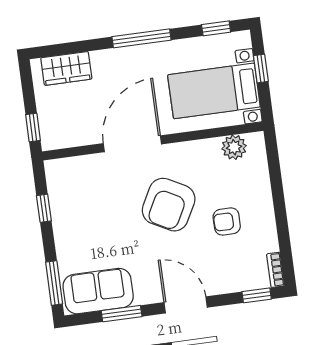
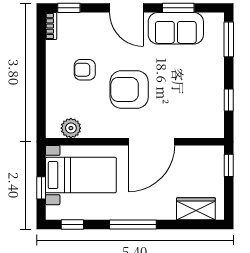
armchair: (169, 205) -> (129, 89), turned -118
armchair: (227, 221) -> (85, 70), turned 180
sofa: (98, 291) -> (176, 28), moved

